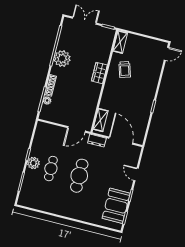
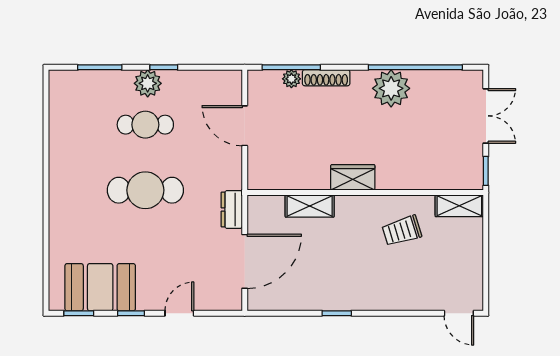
wardrobe: (99, 73) -> (353, 177), moved
shelving: (101, 120) -> (310, 206), moved
door: (76, 129) -> (245, 126), moved

